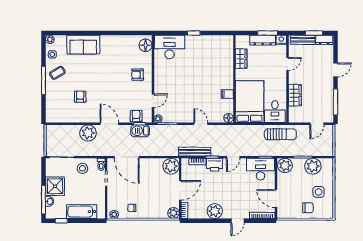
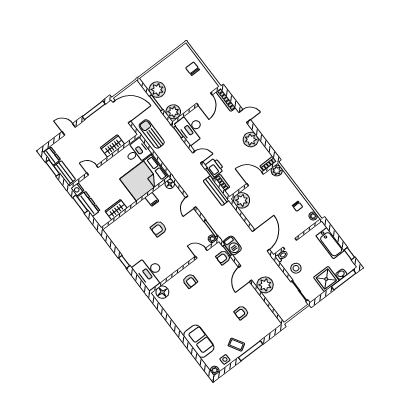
armchair: (199, 81) -> (159, 229), added
door: (317, 124) -> (122, 112), width x1.88
side table: (319, 192) -> (174, 70), removed

